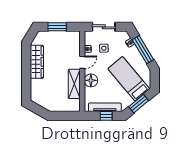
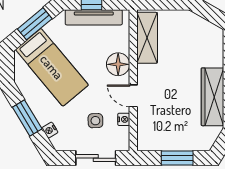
window: (143, 50) -> (27, 118), width x0.69
door: (82, 62) -> (133, 96), hinge flipped
shelving: (74, 84) -> (147, 38), moved

